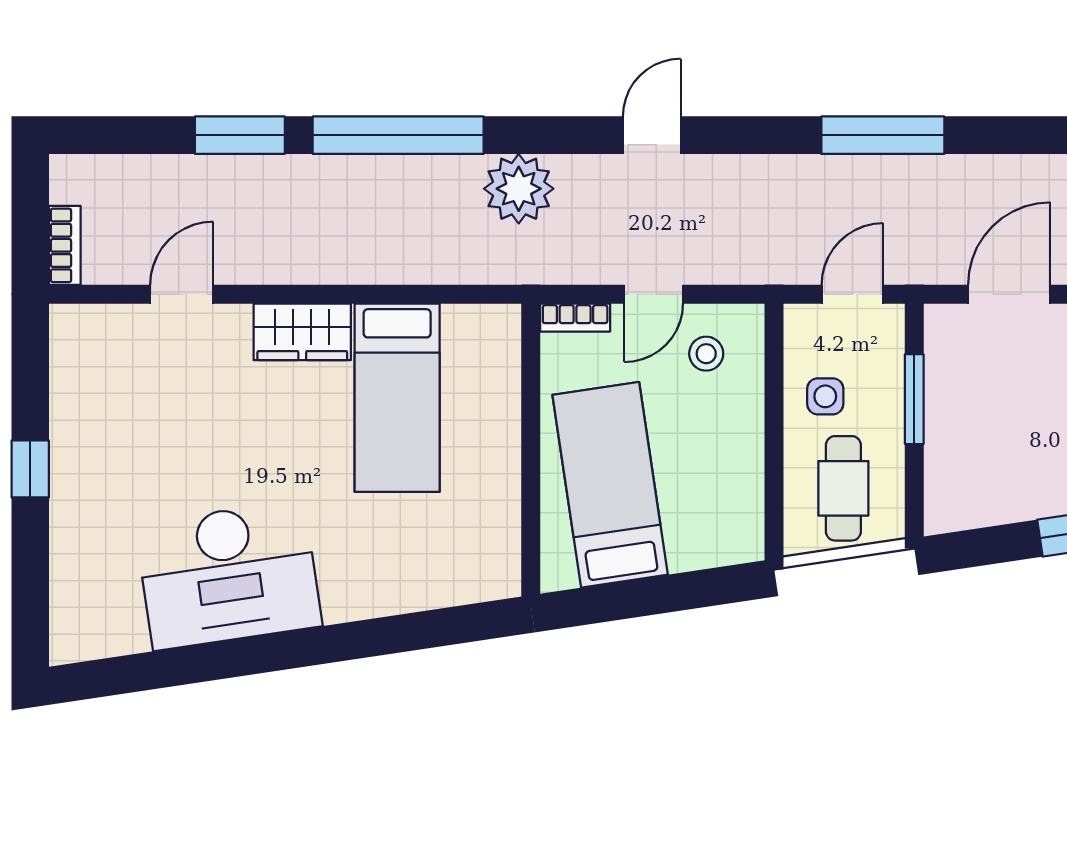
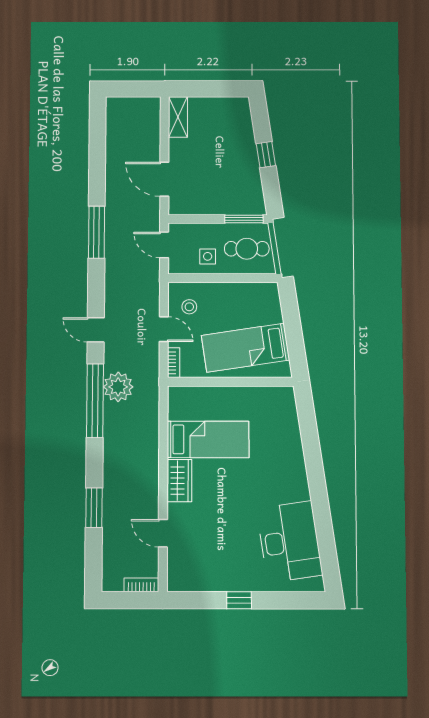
window: (398, 135) -> (95, 401), moved
window: (914, 399) -> (244, 219), moved
desk: (229, 575) -> (289, 542), moved

